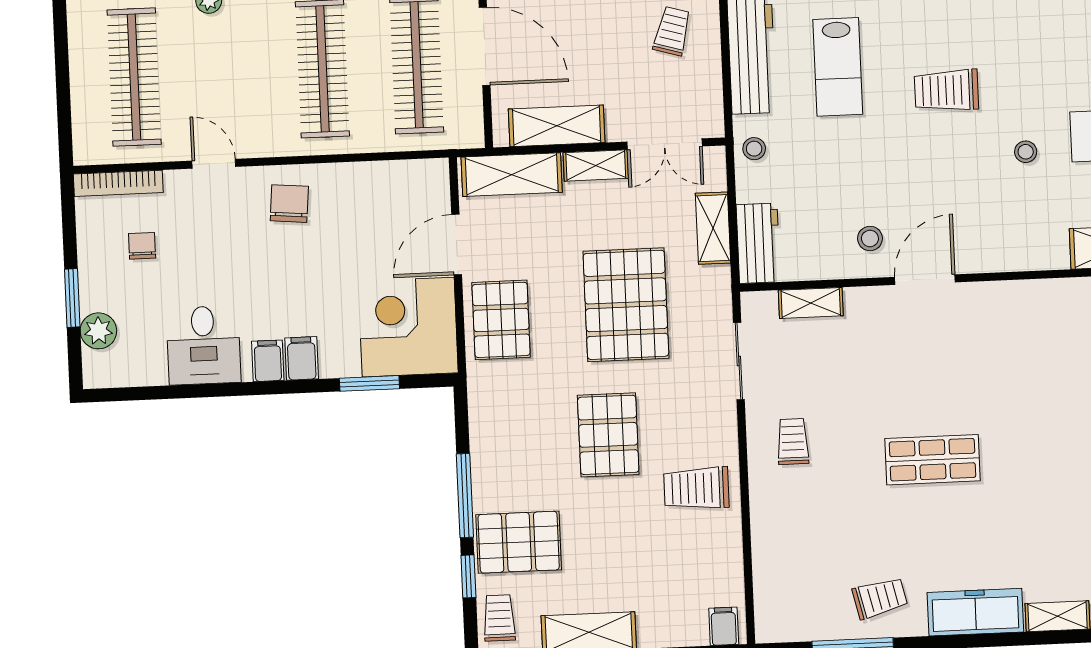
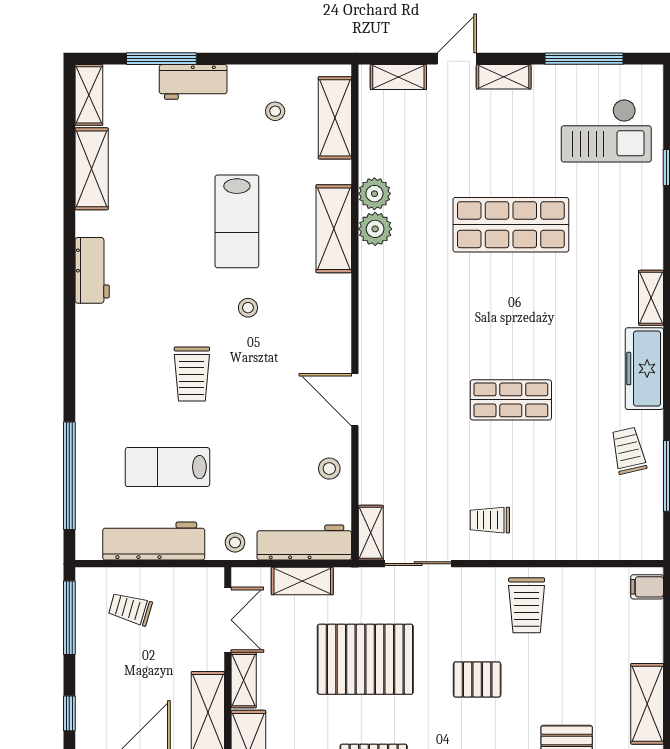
lab bench: (838, 67) -> (167, 467), turned 180
stool: (870, 238) -> (329, 469), moved
workbench: (758, 243) -> (304, 543), width x1.38
shelving: (811, 303) -> (371, 533), moved
pallet: (608, 435) -> (477, 679), width x0.67, depth x0.71
shop shelf: (932, 460) -> (511, 400), turned 90

